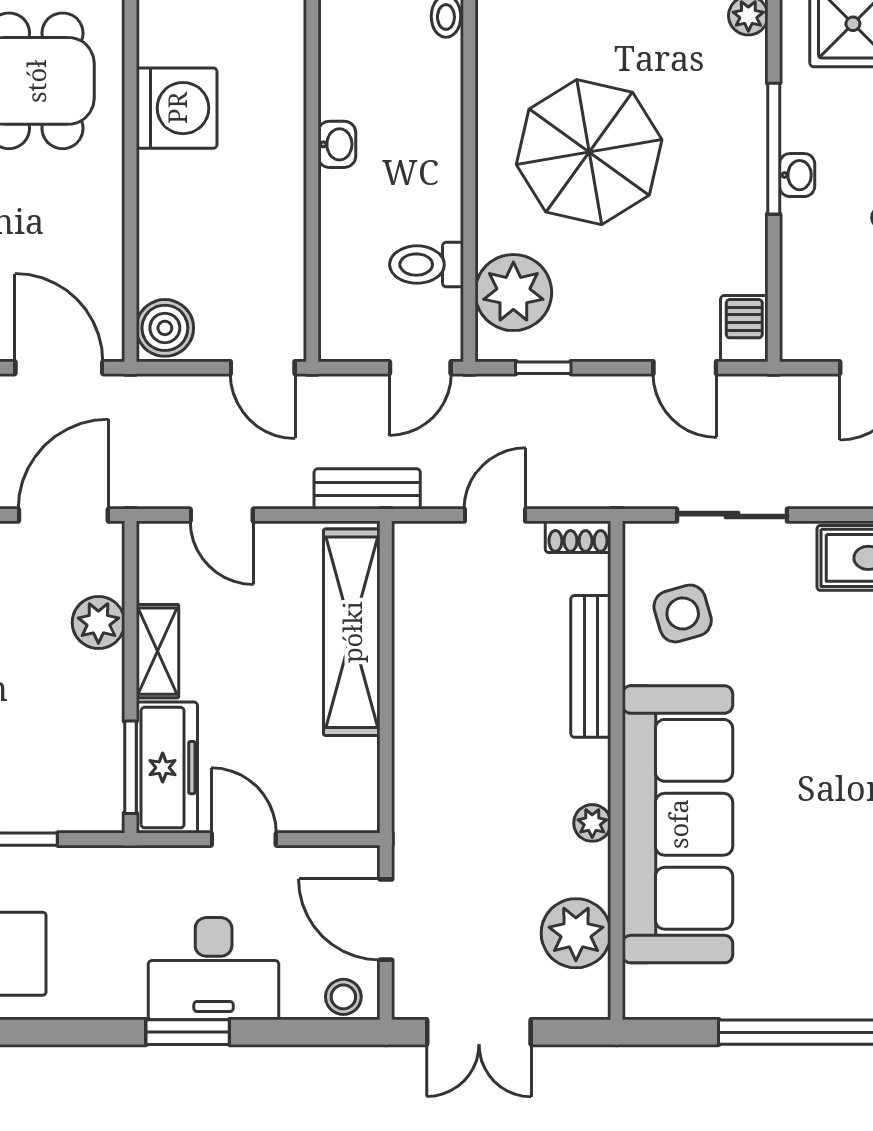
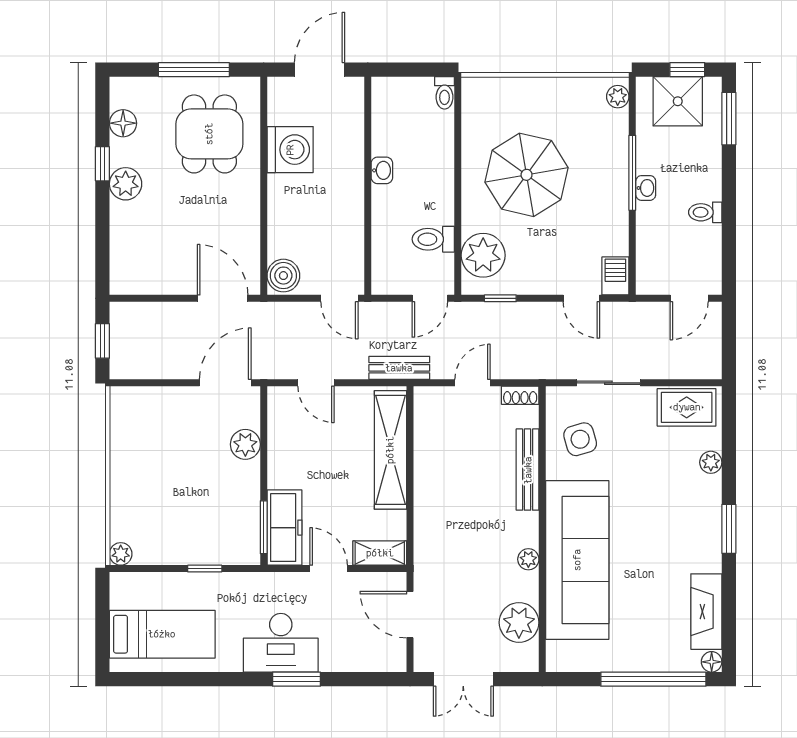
shelving: (157, 651) -> (380, 553), moved, turned 90
desk: (214, 969) -> (281, 643), moved
stool: (343, 997) -> (386, 659), removed

